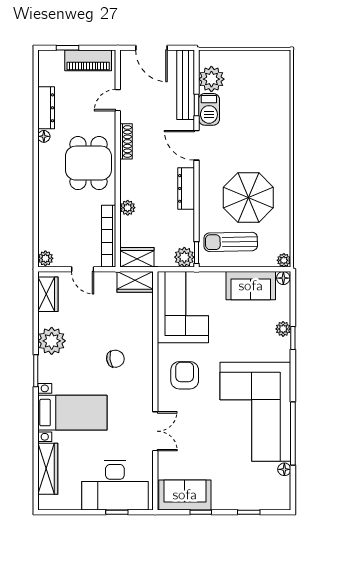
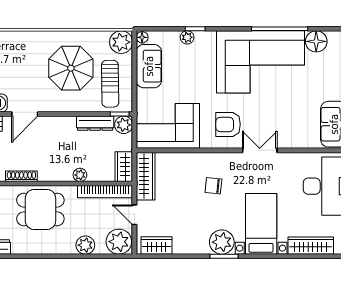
floor lamp: (44, 136) -> (17, 249), removed
dresser: (186, 188) -> (95, 123), moved
plant: (48, 214) -> (85, 245), added
plant: (45, 258) -> (119, 242), width x1.87, depth x1.87
plant: (284, 260) -> (121, 42), width x1.87, depth x1.87
door: (83, 269) -> (134, 215), swing flipped
wardrobe: (135, 282) -> (146, 176), width x1.50
plant: (52, 341) -> (222, 242), moved
chair: (115, 359) -> (213, 186), turned -76
double door: (155, 431) -> (260, 150), moved
floor lamp: (284, 469) -> (316, 41), width x1.89, depth x1.89

